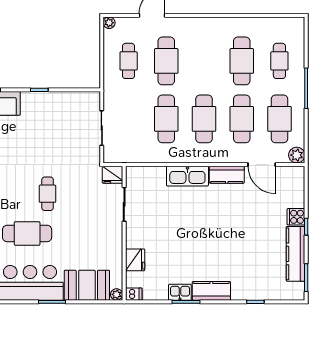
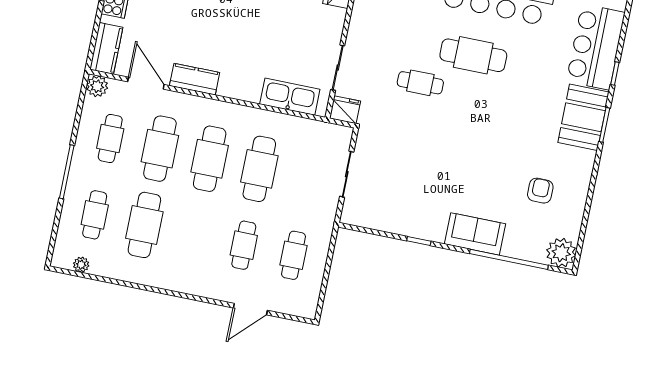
plant: (109, 23) -> (81, 265), moved
cafe table: (166, 61) -> (244, 245), width x0.73, depth x0.74
cafe table: (279, 119) -> (110, 139), width x0.73, depth x0.74
kitchen sink: (187, 176) -> (290, 97), moved
kitchen counter: (296, 184) -> (106, 48), added
cafe table: (48, 194) -> (420, 83), moved, turned 90

